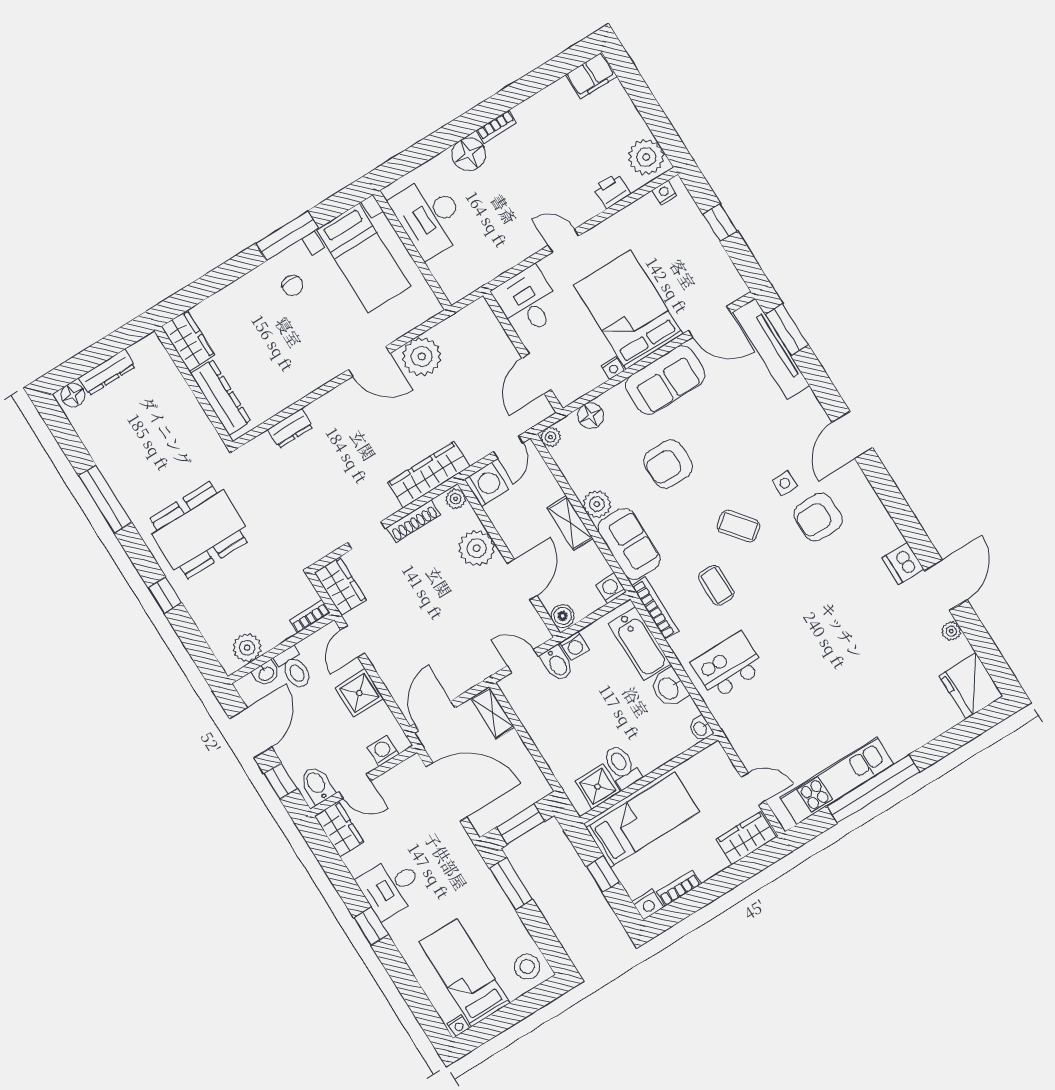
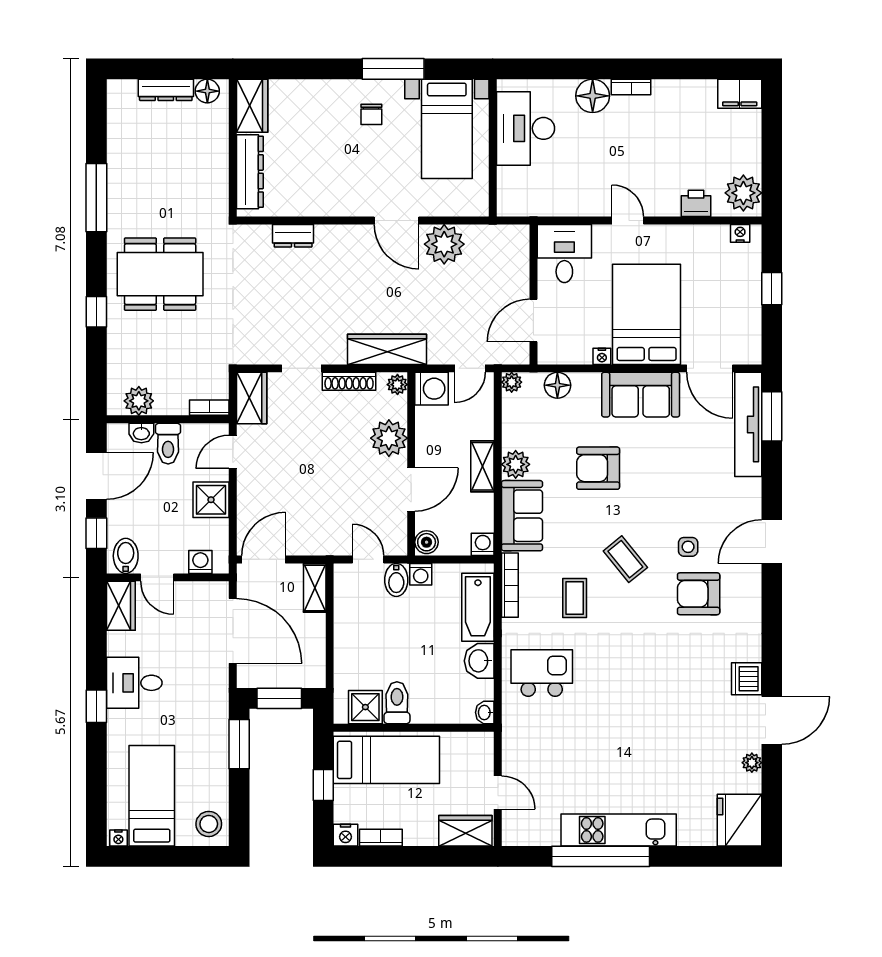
floor lamp: (73, 395) -> (207, 91), moved
kitchen unit: (837, 781) -> (619, 830), moved

